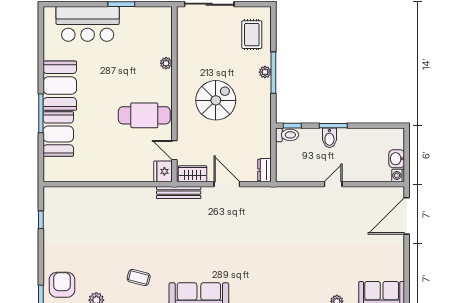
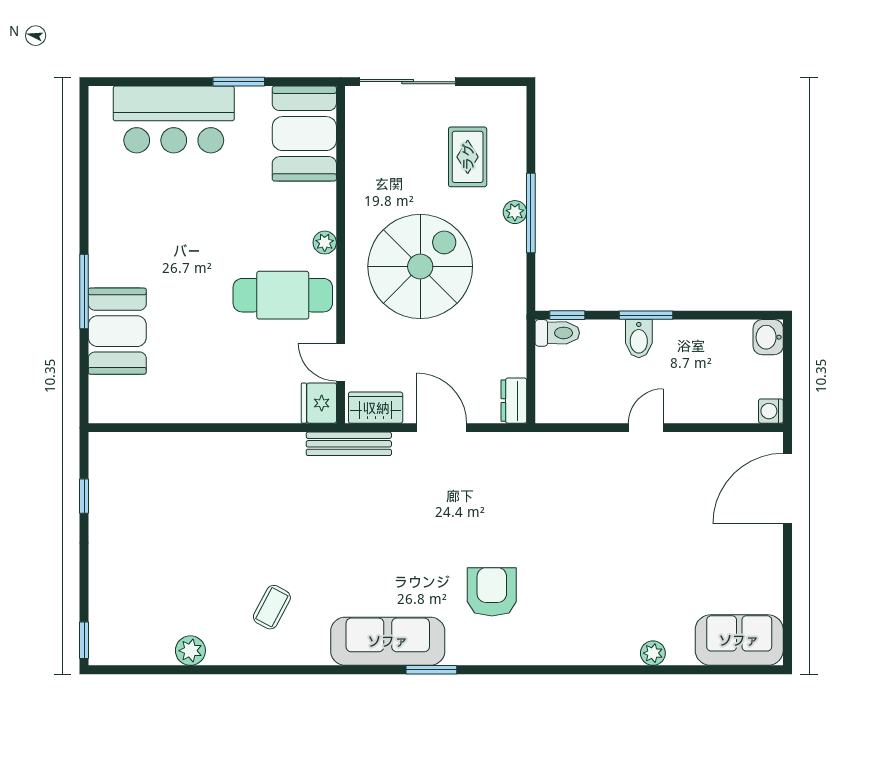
rug: (252, 35) -> (468, 157), moved
plant: (166, 63) -> (325, 243), moved
booth: (60, 86) -> (304, 134), moved
spiral stairs: (216, 100) -> (420, 266), width x1.37, depth x1.37
washbasin: (397, 159) -> (768, 337), moved
coffee table: (139, 277) -> (272, 607), turned -76
armchair: (62, 285) -> (492, 592), moved

